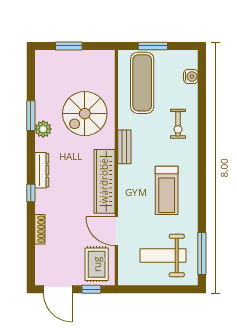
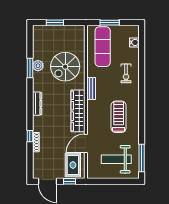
plant: (43, 129) -> (38, 66), moved
treadmill: (167, 190) -> (119, 117), turned 180
window: (31, 193) -> (30, 136), moved
door: (116, 231) -> (86, 143), hinge flipped

